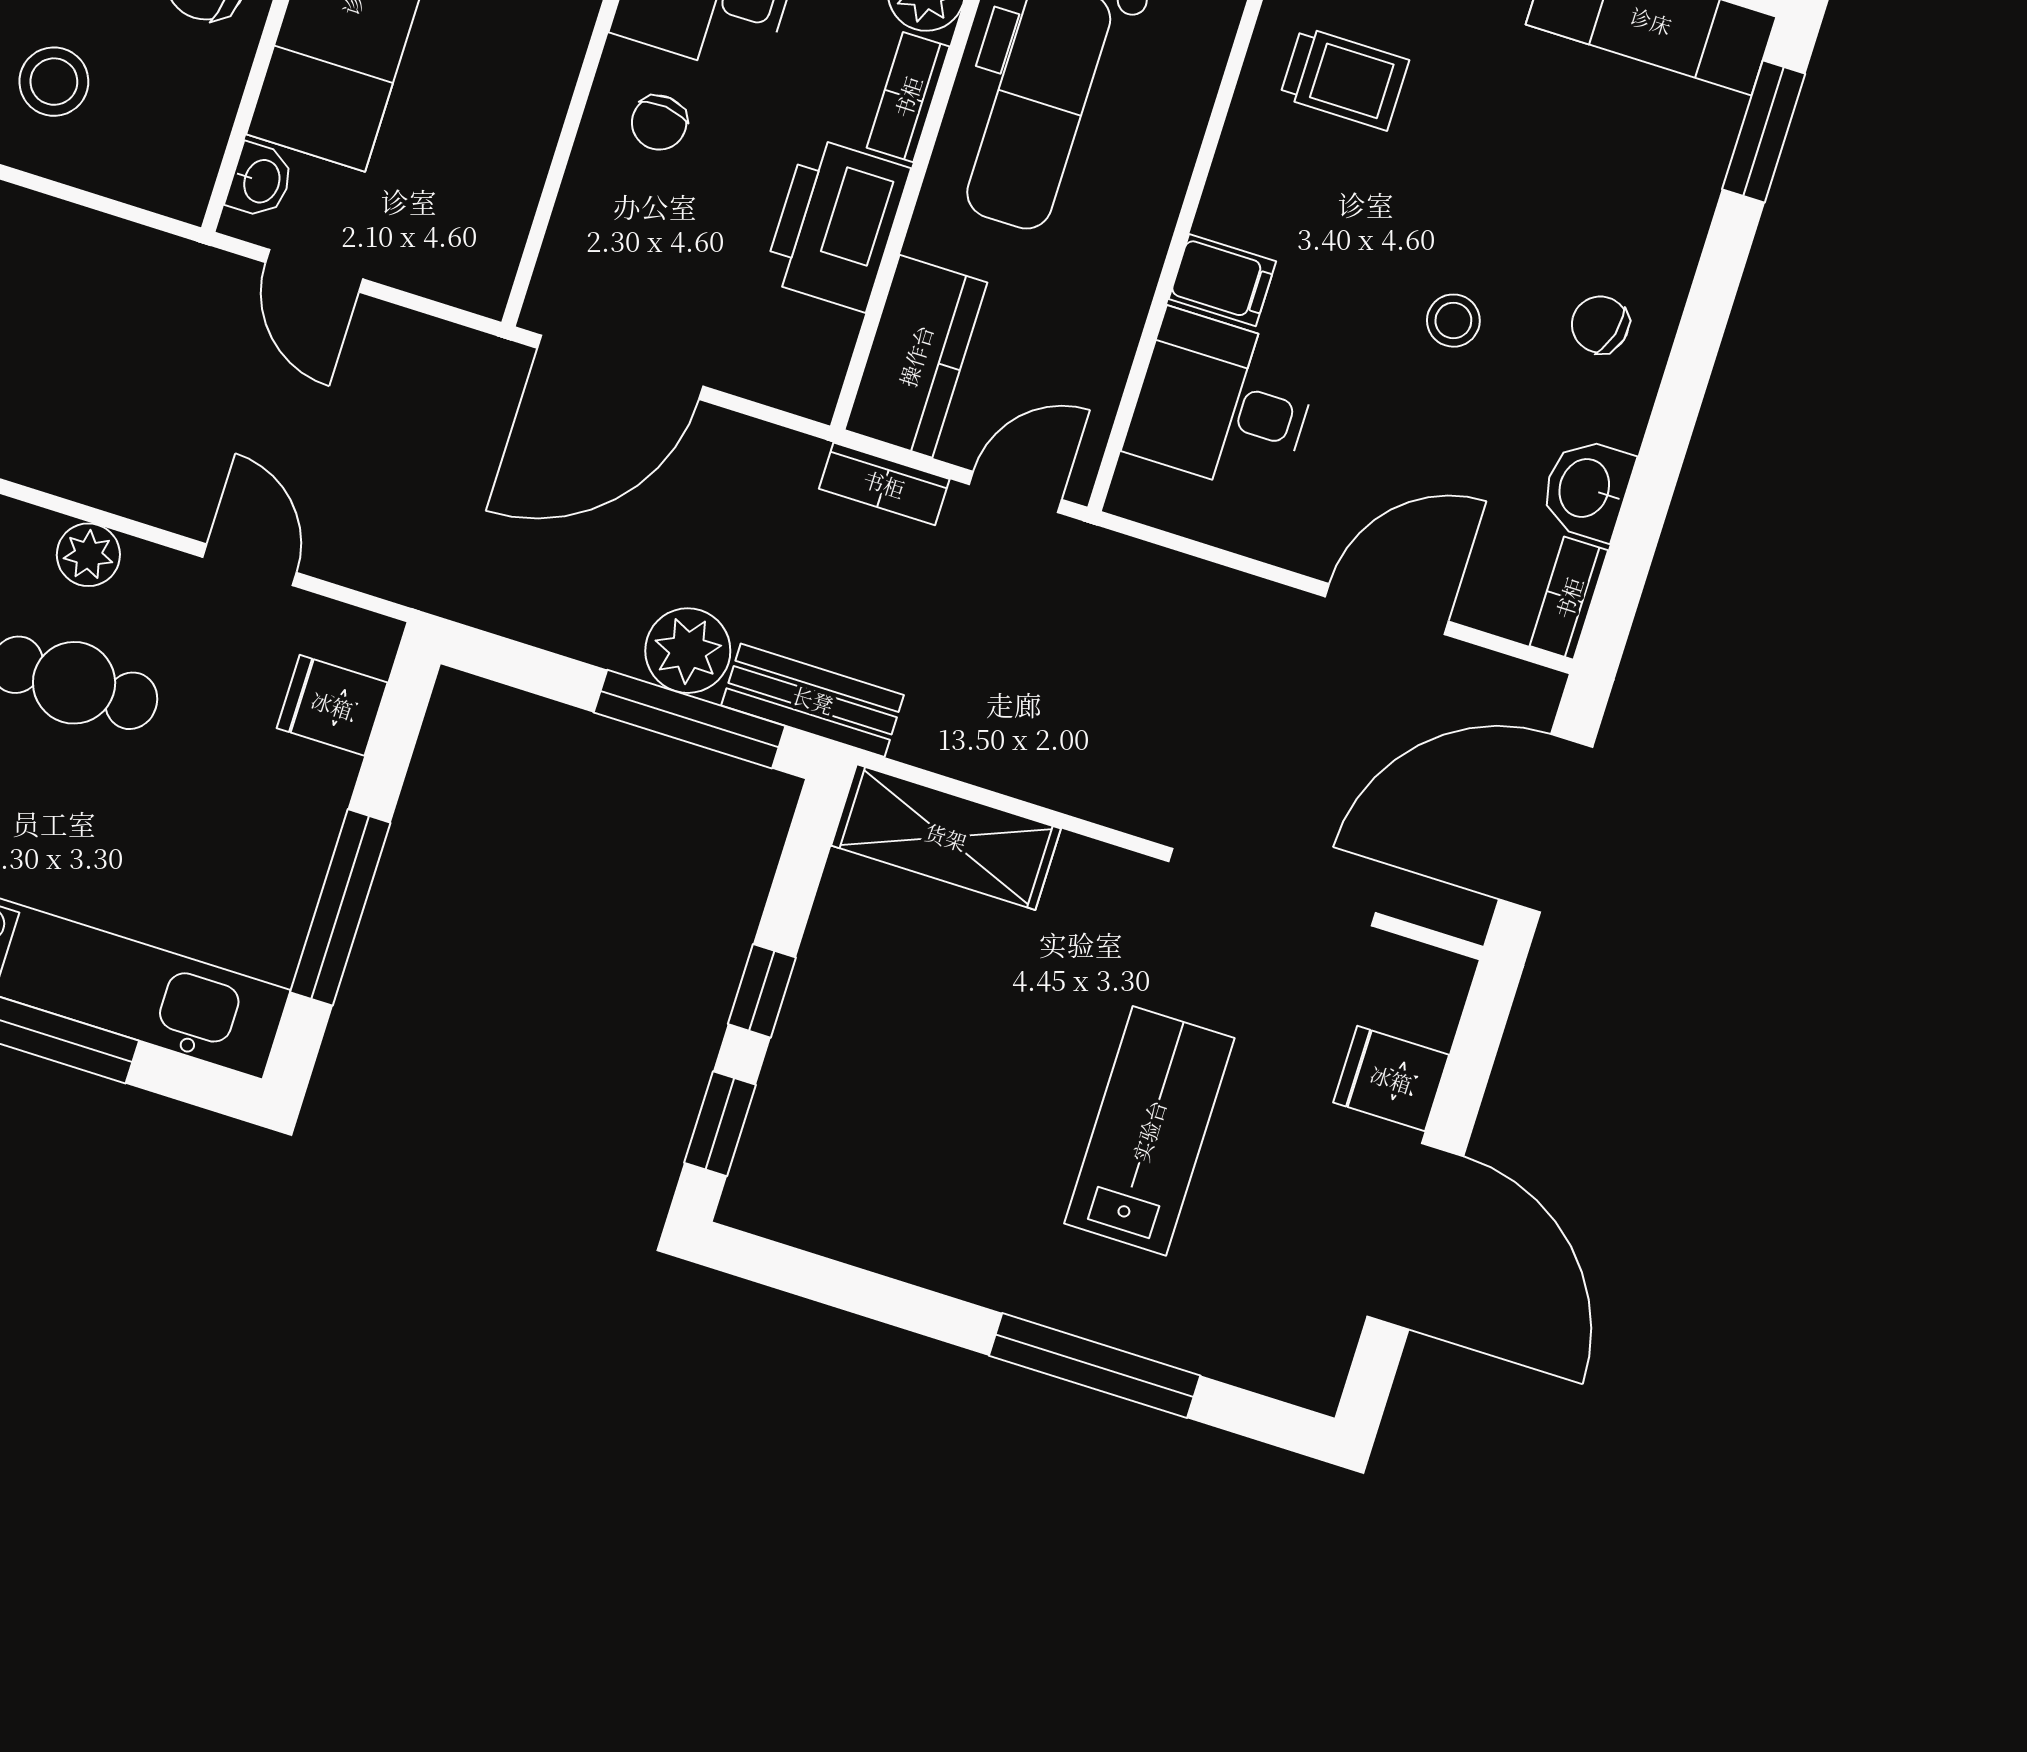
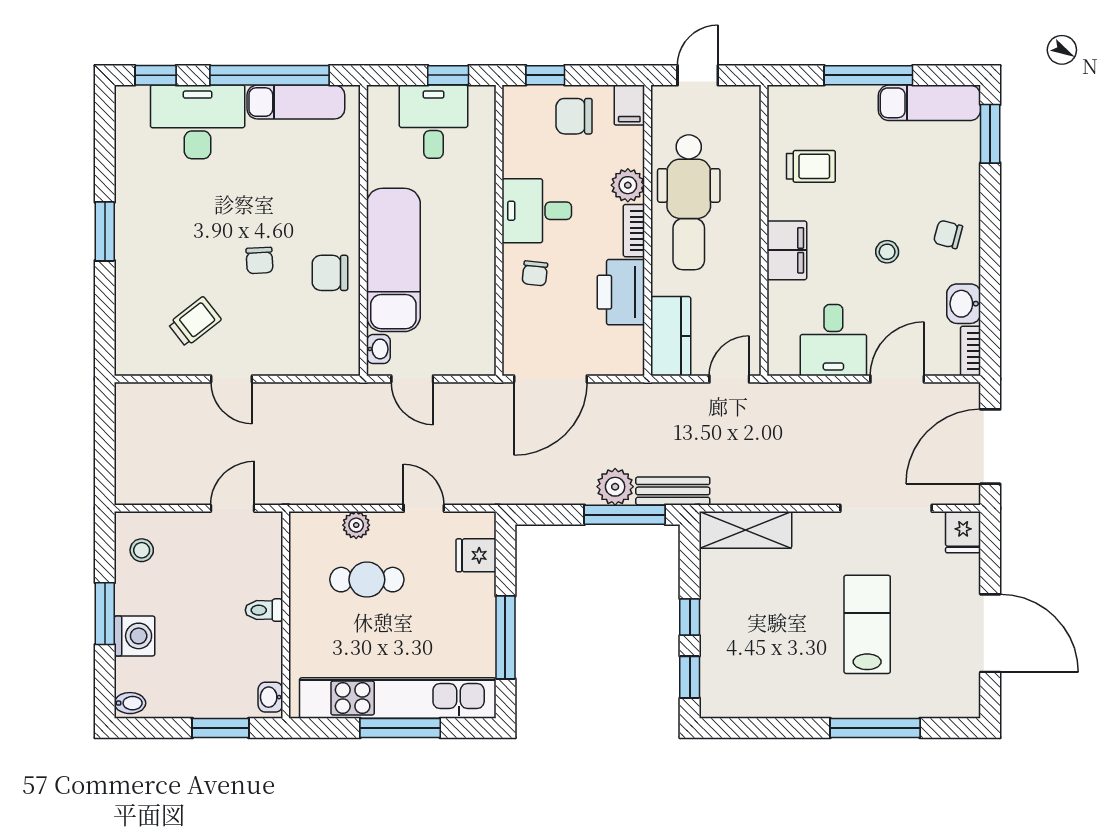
stool: (54, 82) -> (281, 335), removed
filing cabinet: (1222, 280) -> (787, 250), width x2.00
desk: (1223, 403) -> (833, 340), moved, turned -90
bookcase: (884, 484) -> (674, 393), removed
fridge: (1391, 1079) -> (963, 532), moved, turned -90

